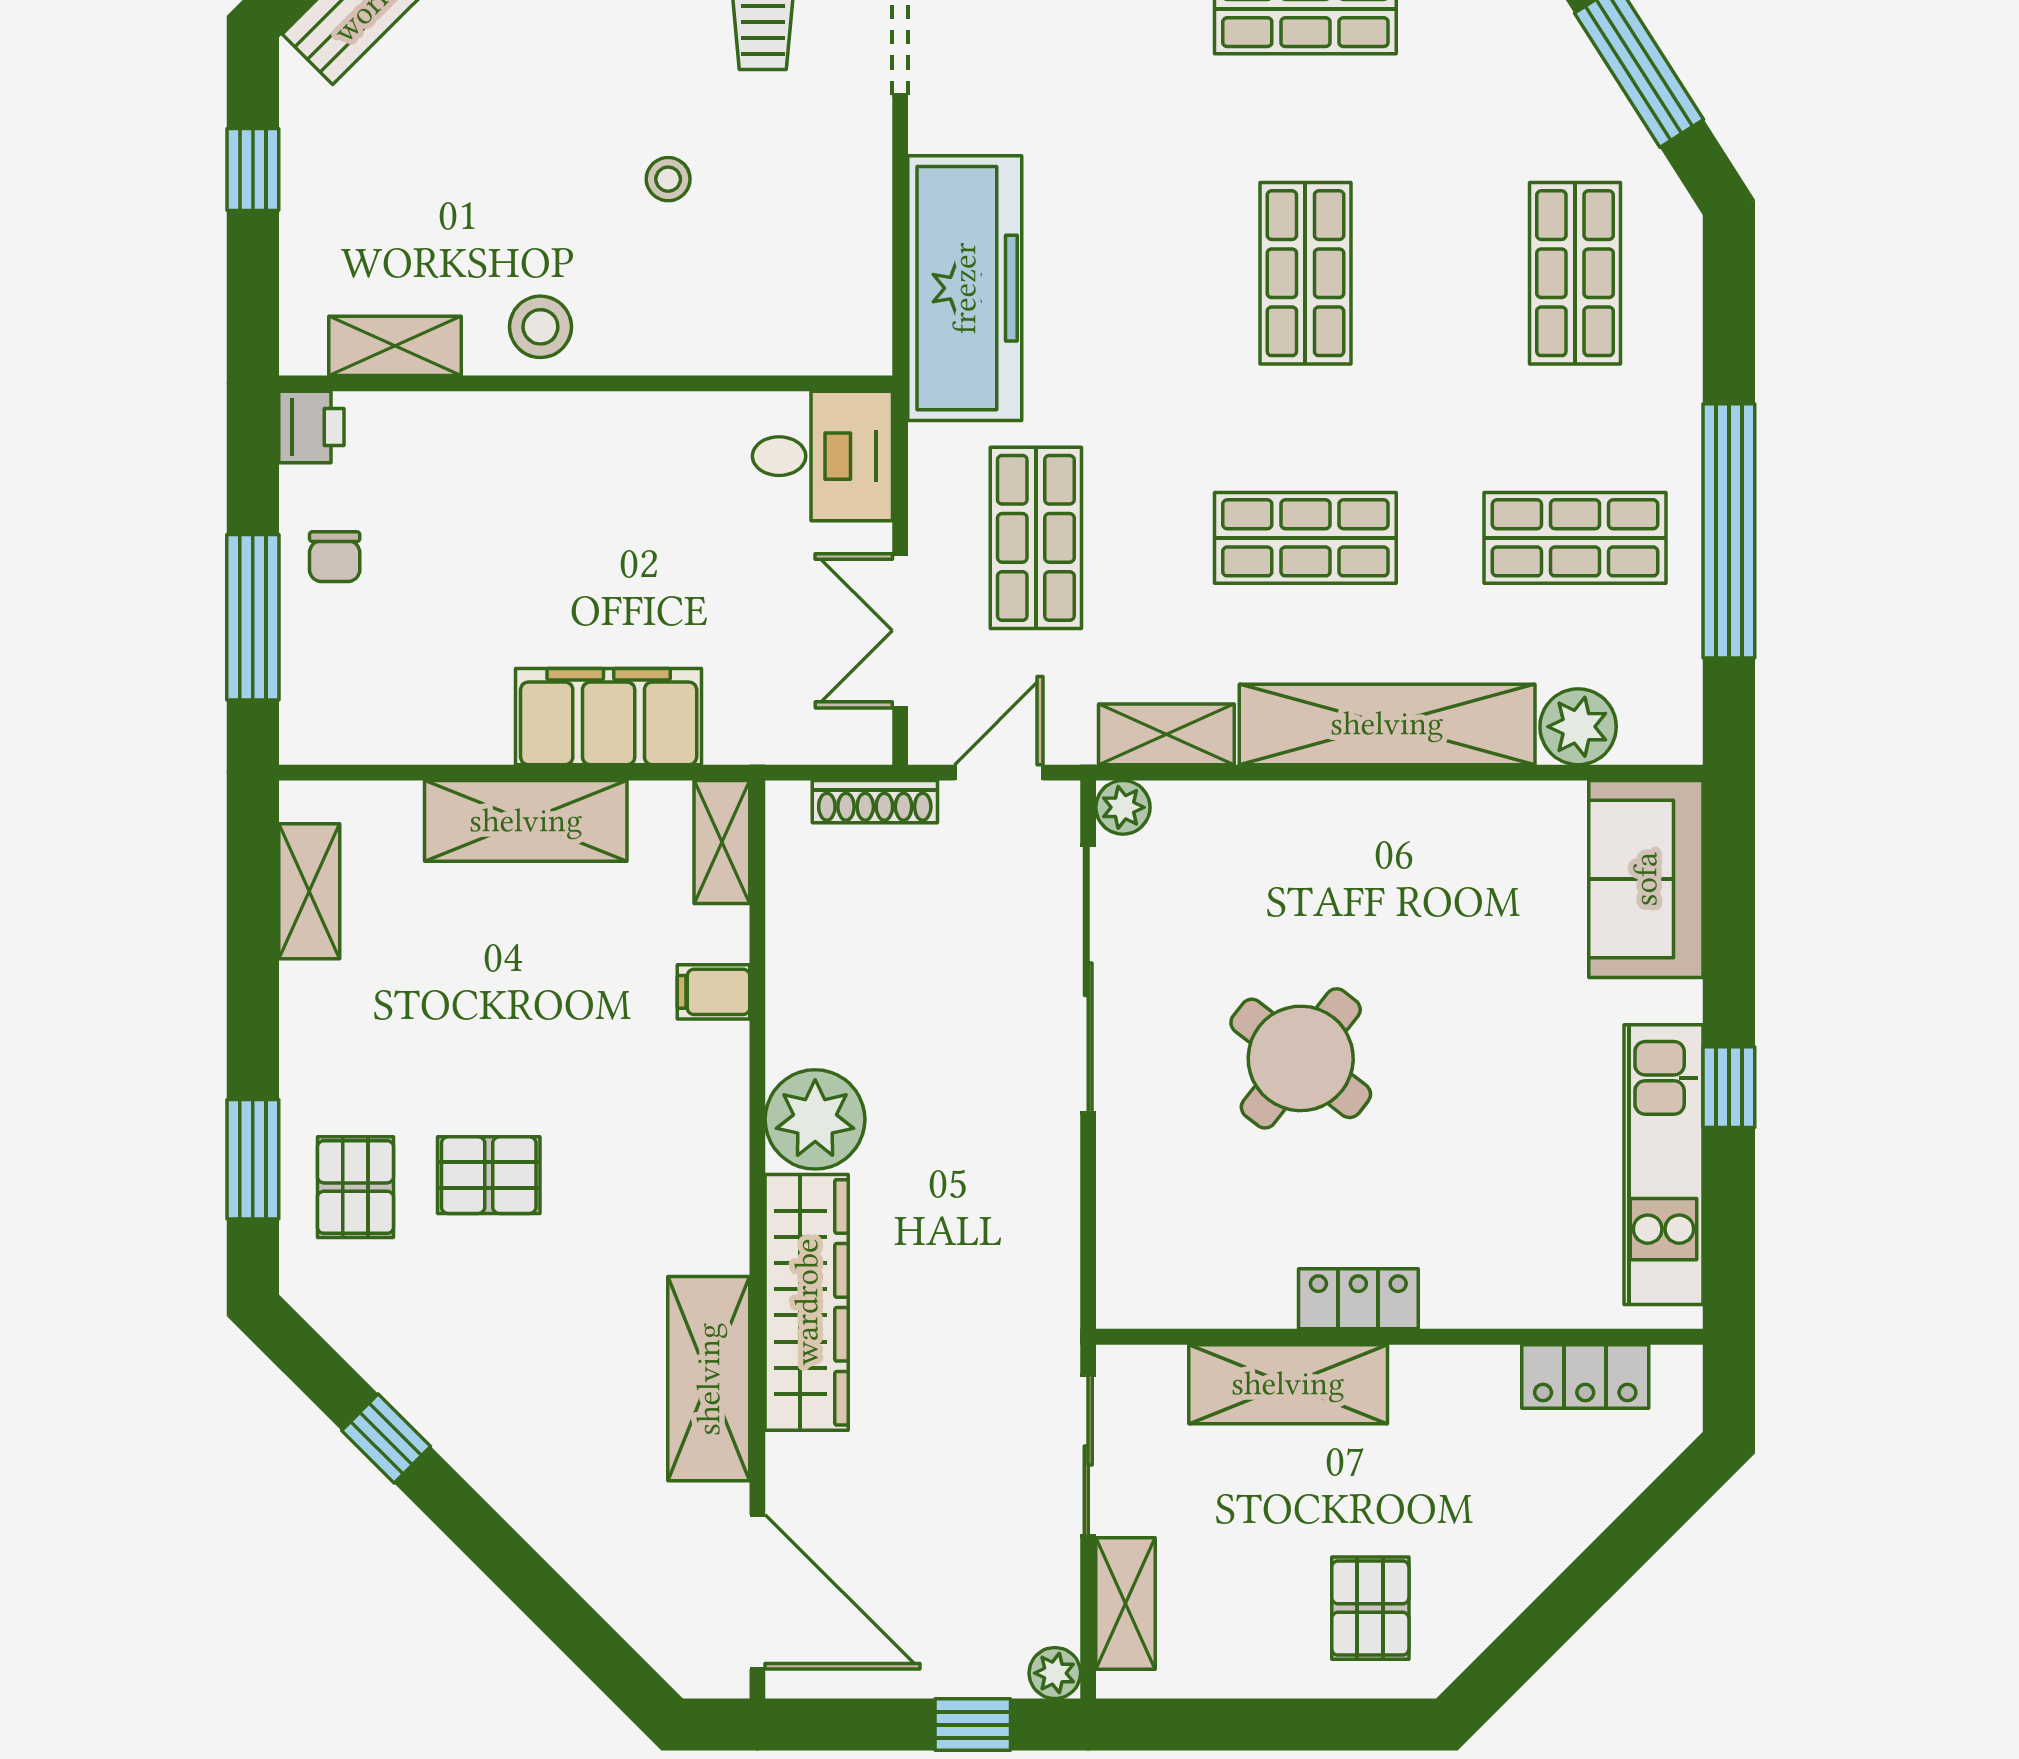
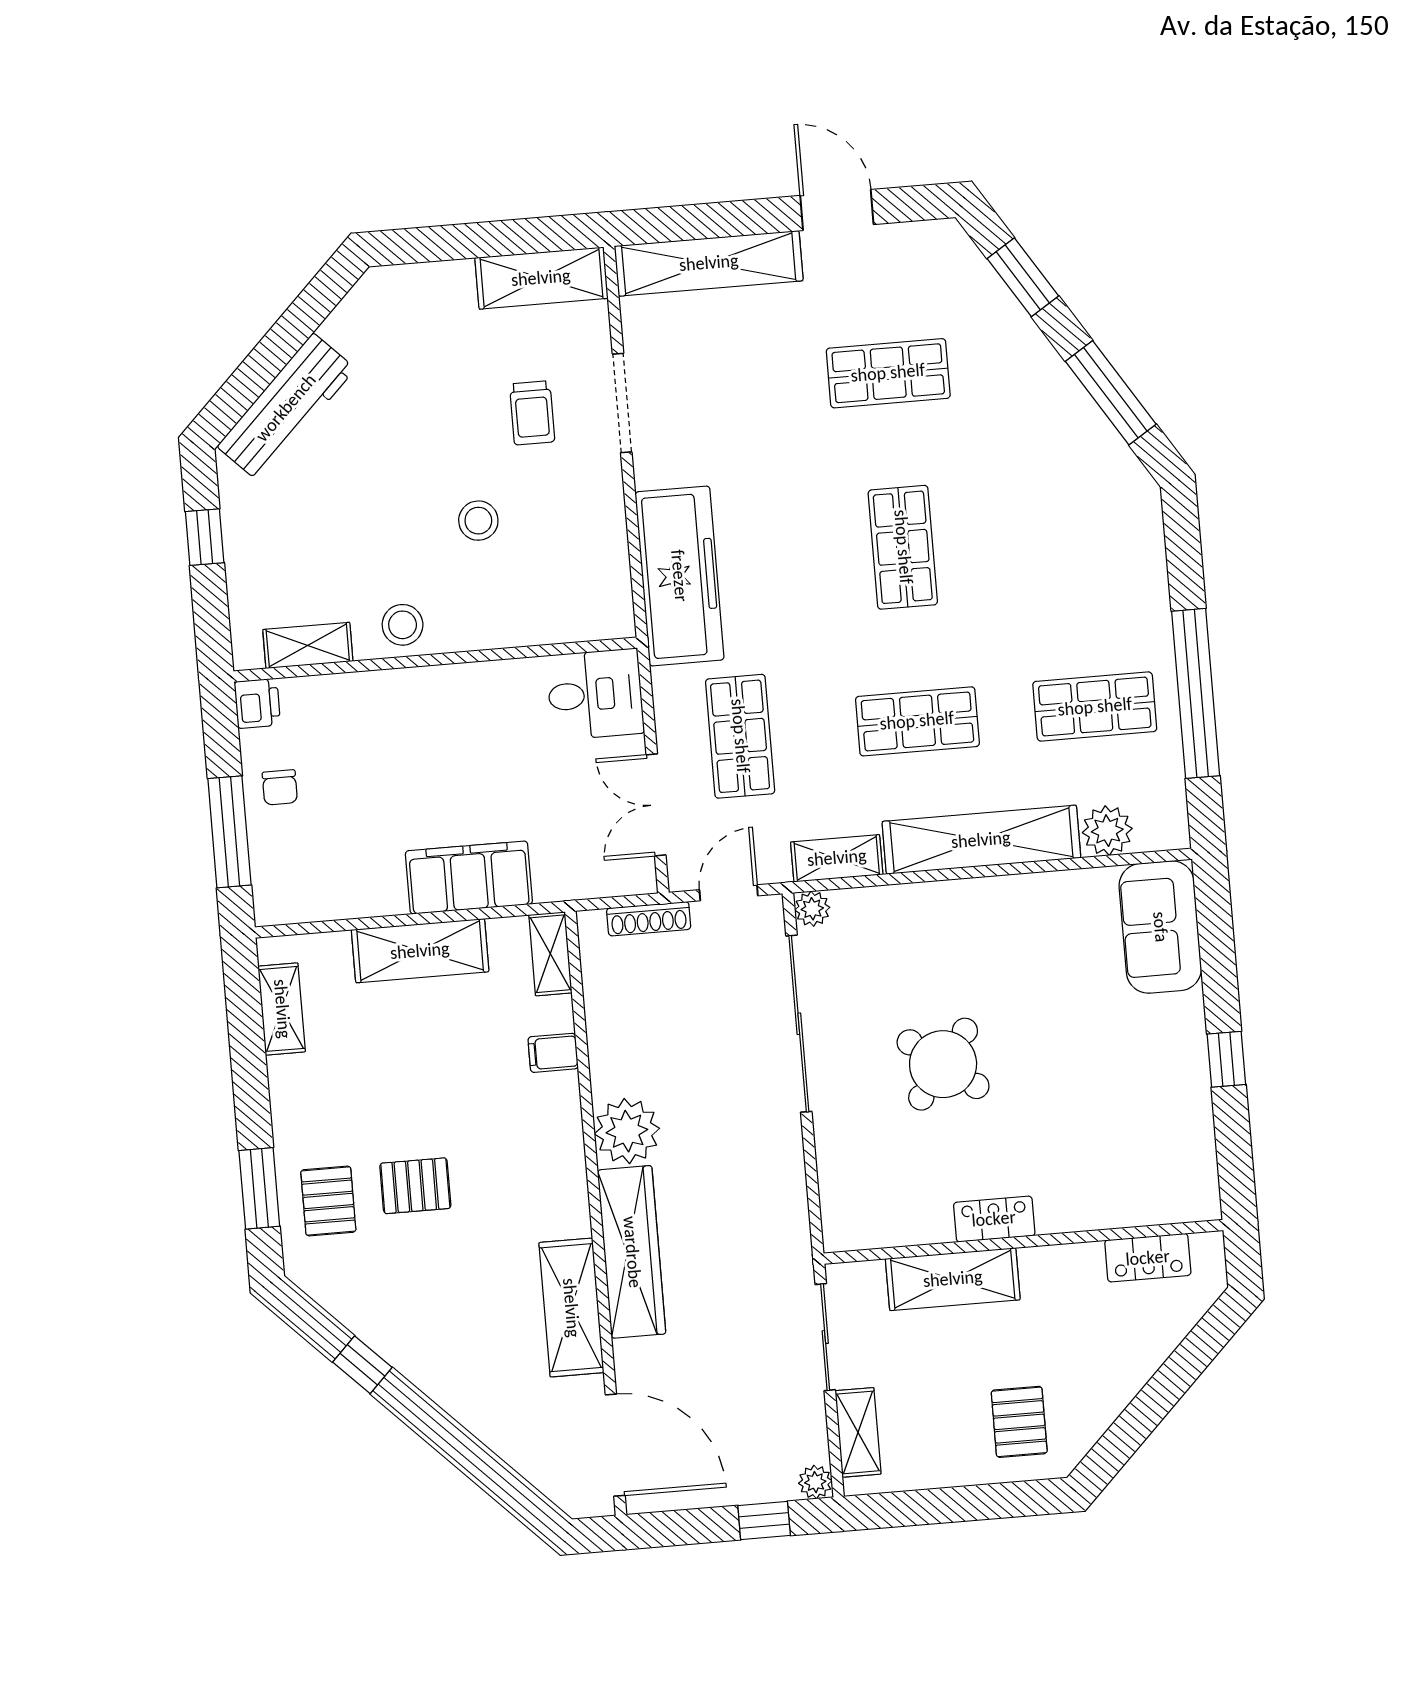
stool: (668, 179) -> (478, 521), width x1.37, depth x1.37
shop shelf: (1575, 273) -> (1080, 532), removed
kitchen unit: (1664, 1165) -> (1188, 1114), removed

